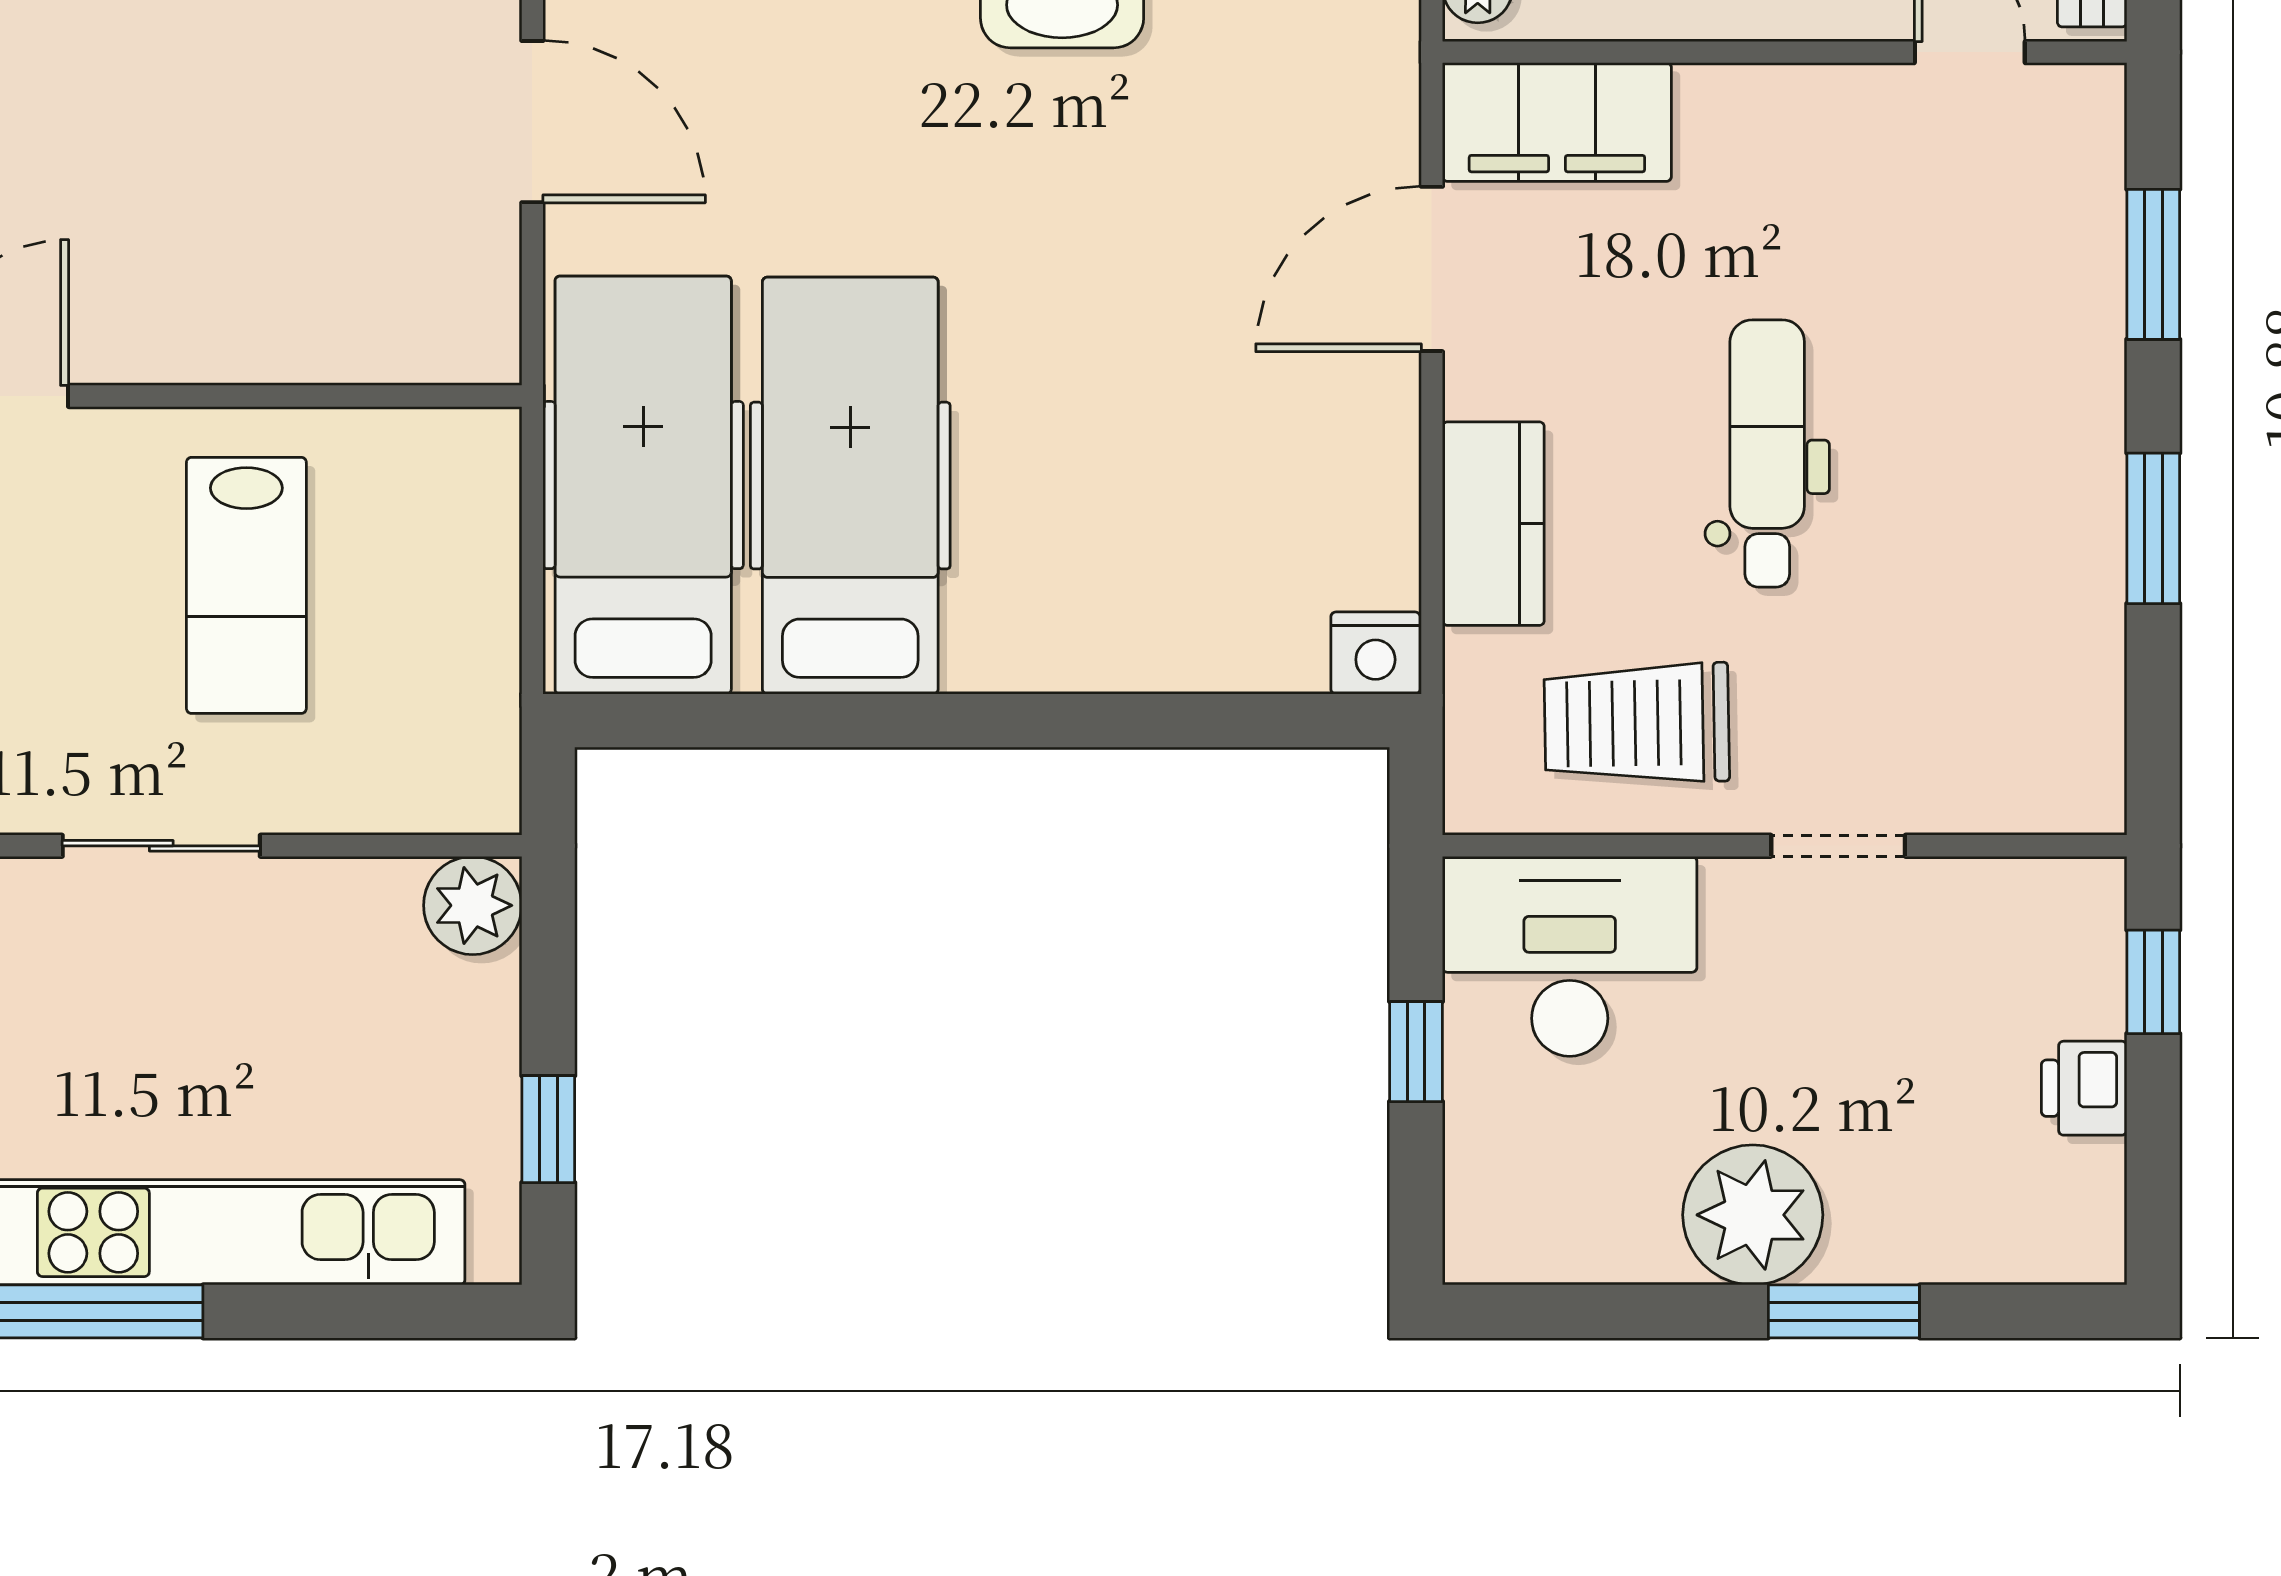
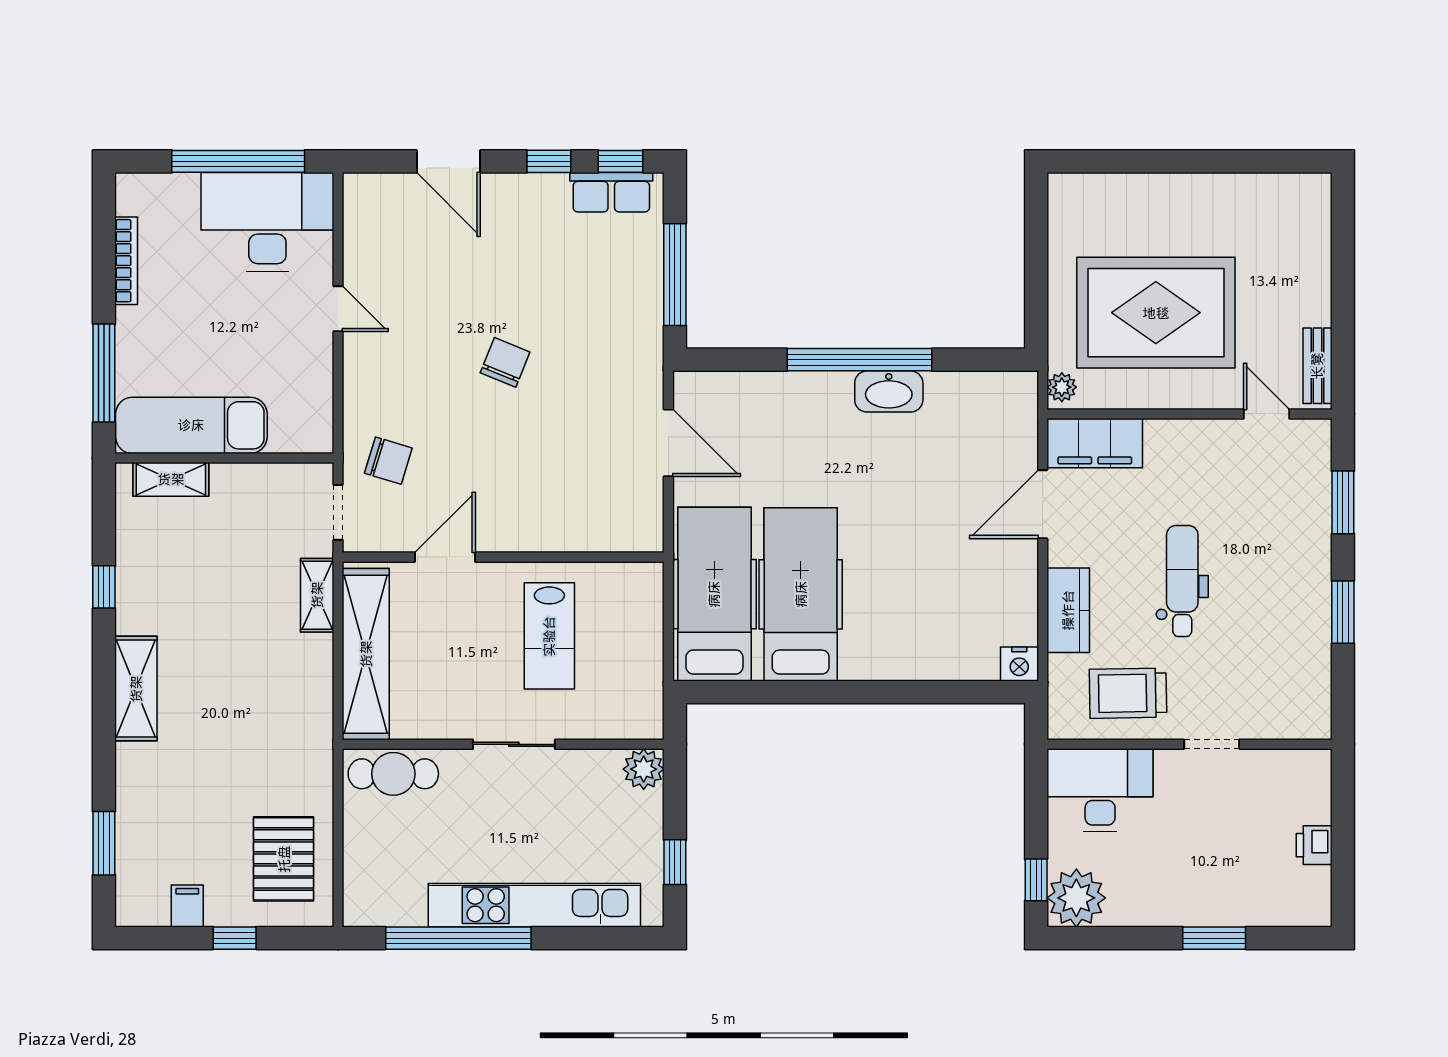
window: (2153, 982) -> (1343, 801), removed
window: (1416, 1052) -> (1036, 880), moved
plant: (1753, 1215) -> (1076, 898), moved

